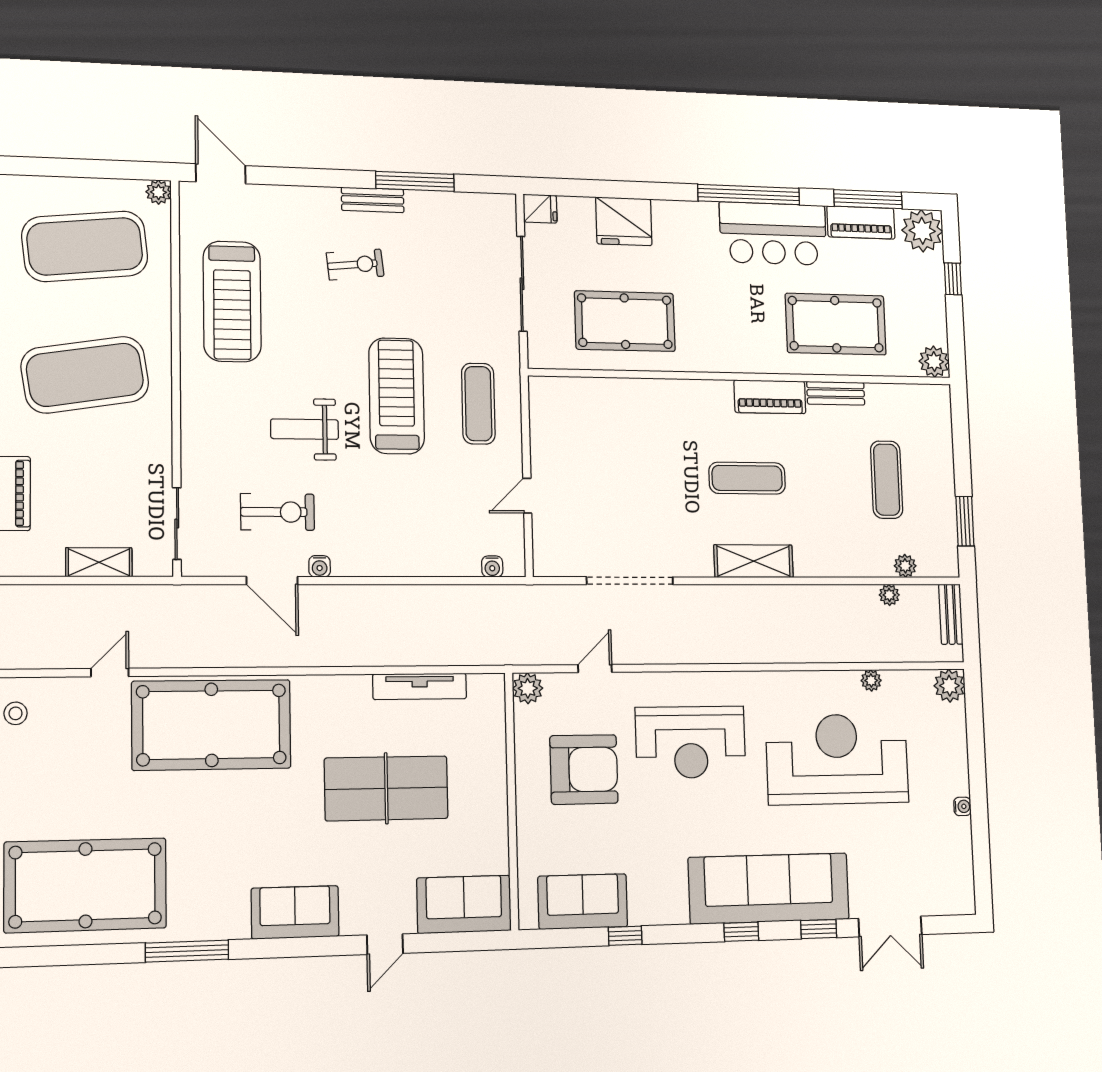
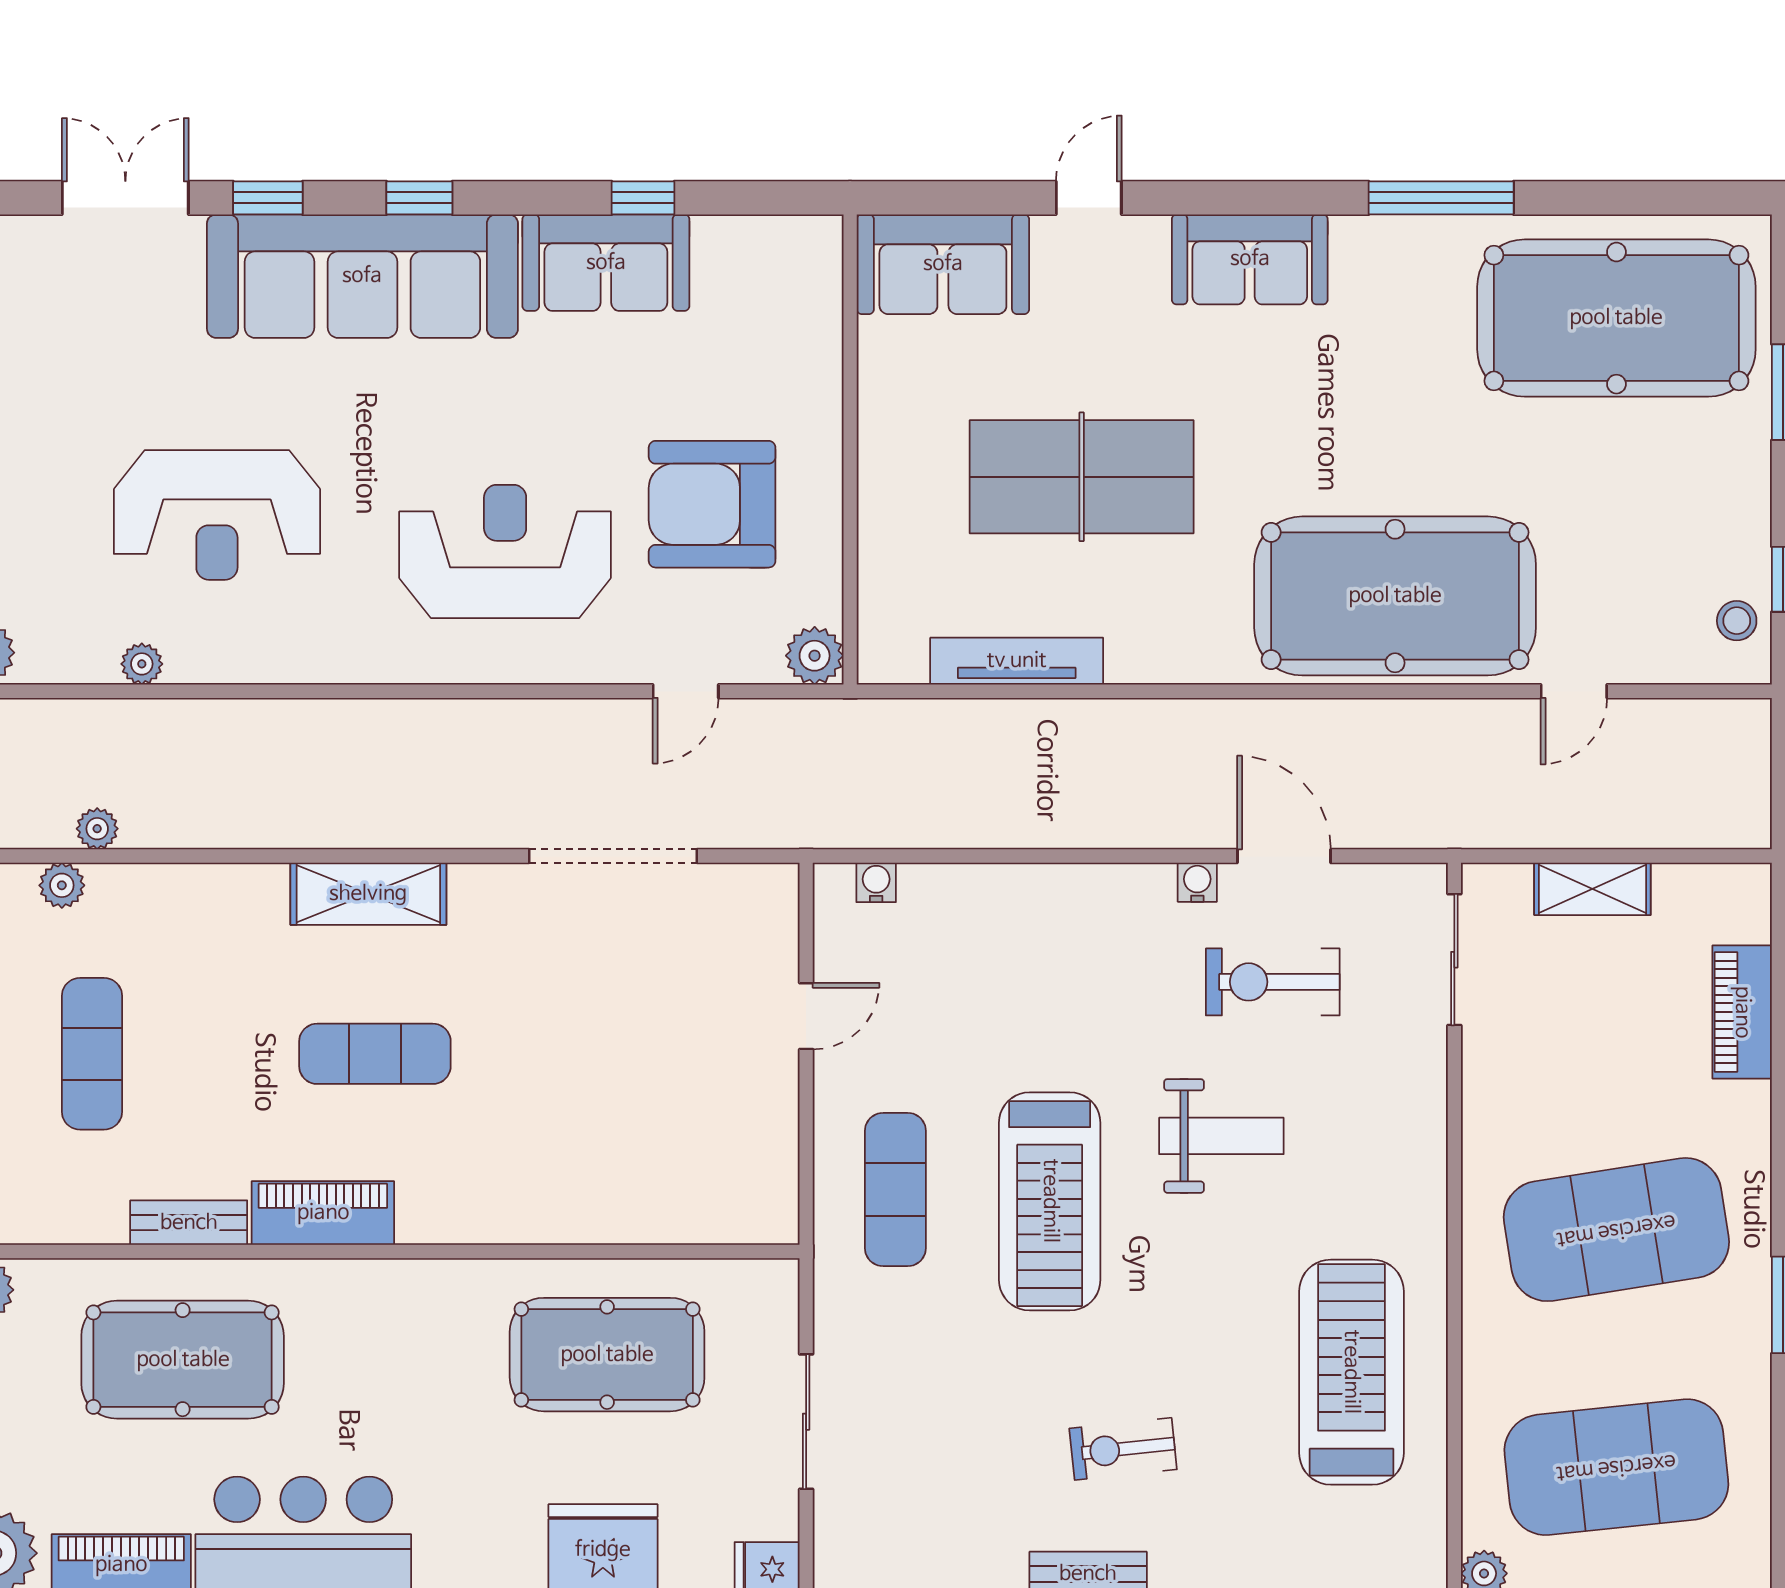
sliding door: (522, 284) -> (806, 1422), width x0.73
reception desk: (837, 759) -> (217, 515), width x0.74, depth x0.77
sofa: (583, 902) -> (606, 263), moved

